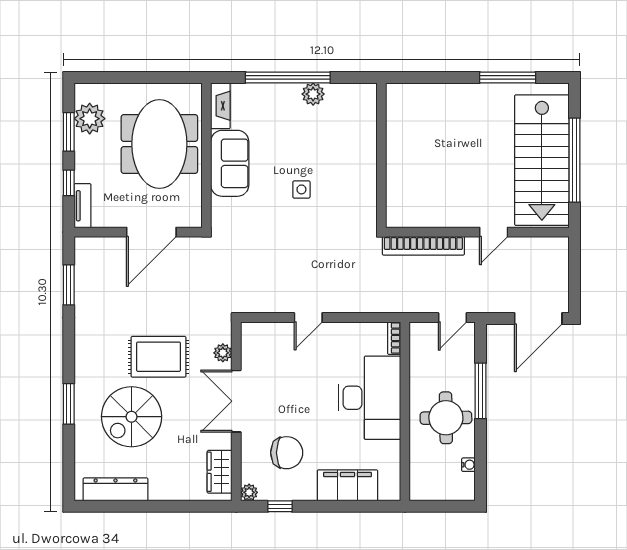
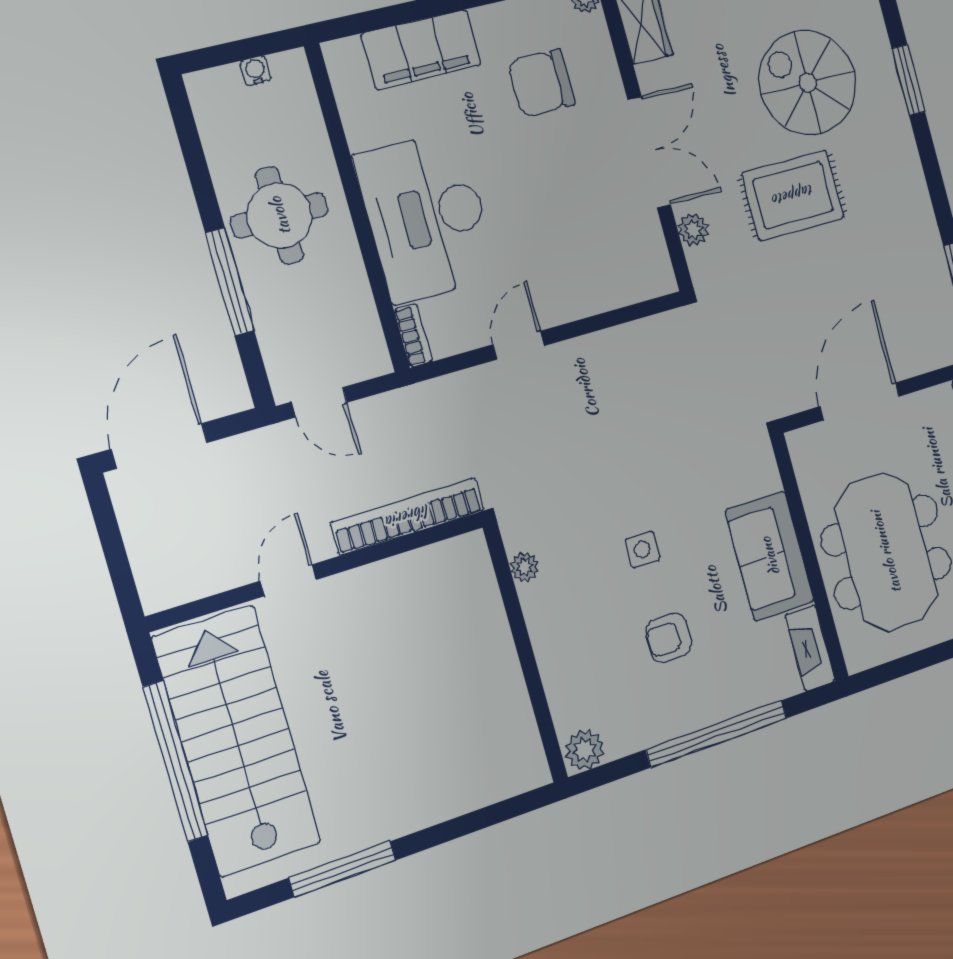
plant: (313, 94) -> (585, 750), moved
armchair: (300, 138) -> (669, 638), added
plant: (369, 200) -> (525, 567), added
door: (308, 317) -> (519, 345), moved
door: (452, 317) -> (319, 402), swing flipped
spiral stairs: (132, 417) -> (808, 83), turned -90
water cooler: (468, 465) -> (255, 71), moved, turned 90

